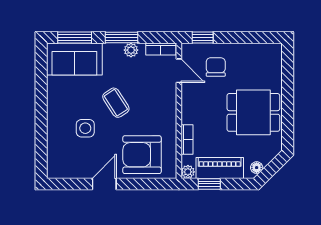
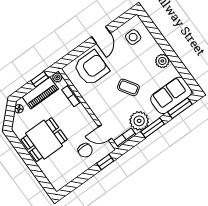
plant: (131, 50) -> (139, 121), width x1.88, depth x1.88
plant: (56, 105) -> (162, 61), added
side table: (85, 128) -> (133, 37), moved

